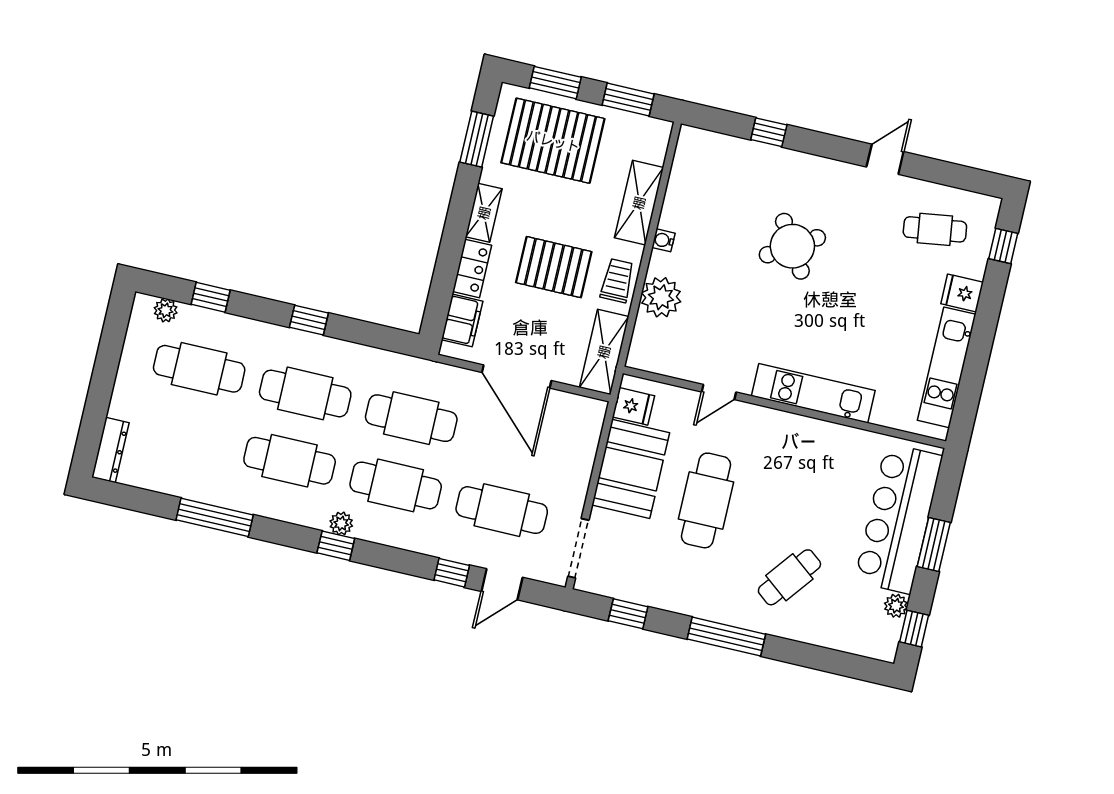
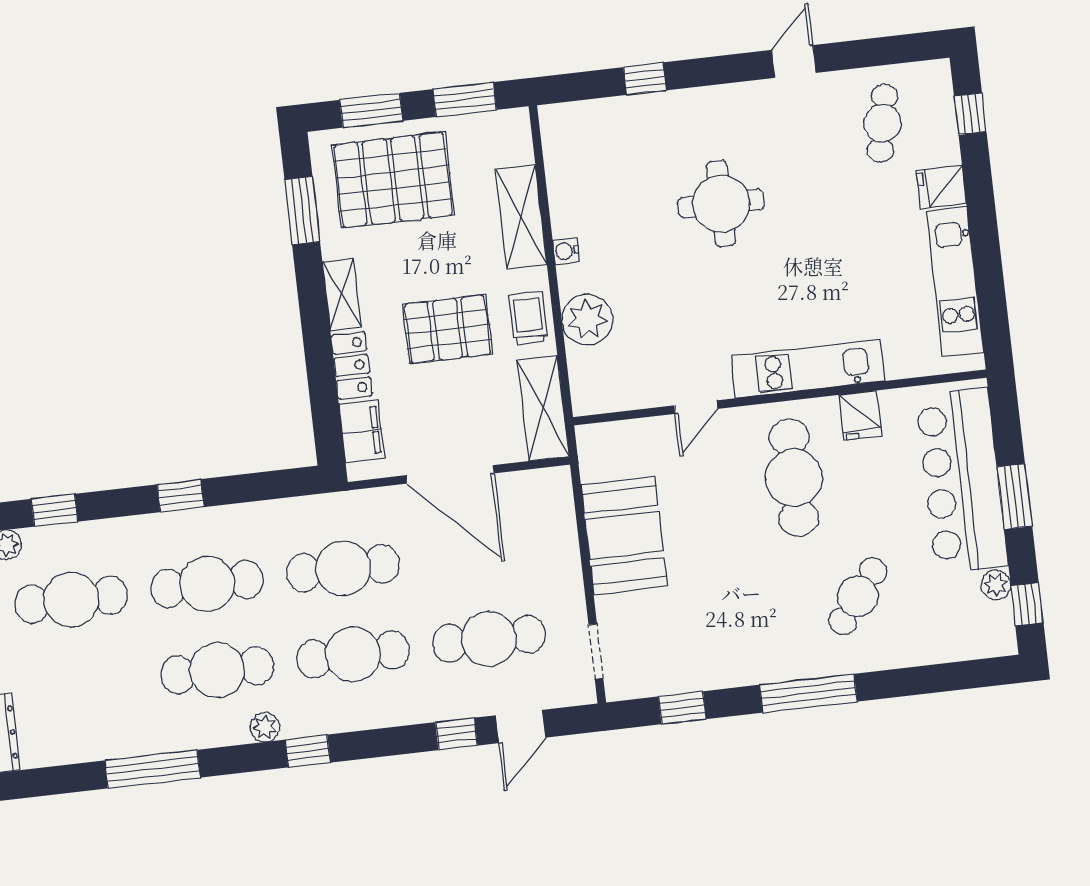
cafe table: (935, 229) -> (882, 123), turned -71
round table: (792, 246) -> (721, 204), turned 32
fridge: (634, 406) -> (860, 415), moved, turned 90
cafe table: (706, 500) -> (794, 478), moved
plant: (341, 523) -> (265, 727), moved
doorway: (578, 548) -> (596, 651), width x0.73

